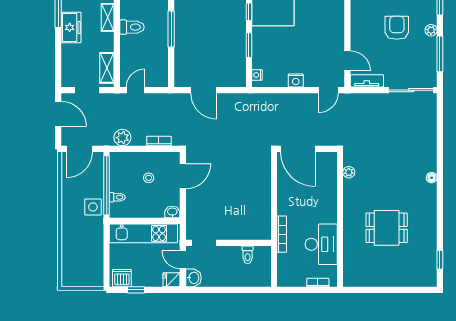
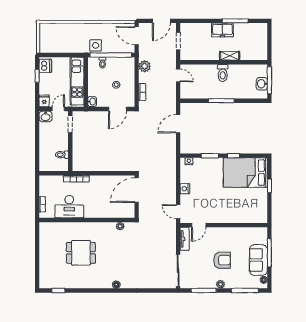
shelving: (107, 68) -> (194, 55), removed
door: (183, 176) -> (117, 109), hinge flipped
dining table: (387, 228) -> (81, 253), turned 90

